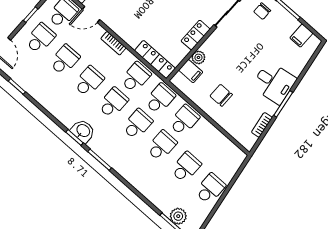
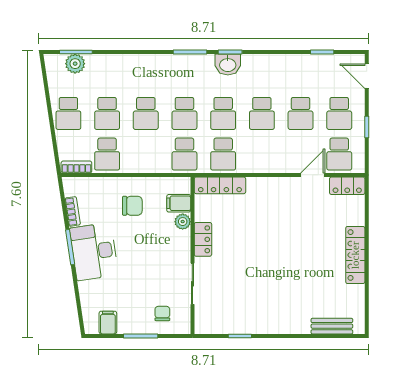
bookcase: (113, 43) -> (76, 167), moved
desk: (274, 83) -> (94, 252), width x1.37
school desk: (184, 120) -> (107, 154), moved

